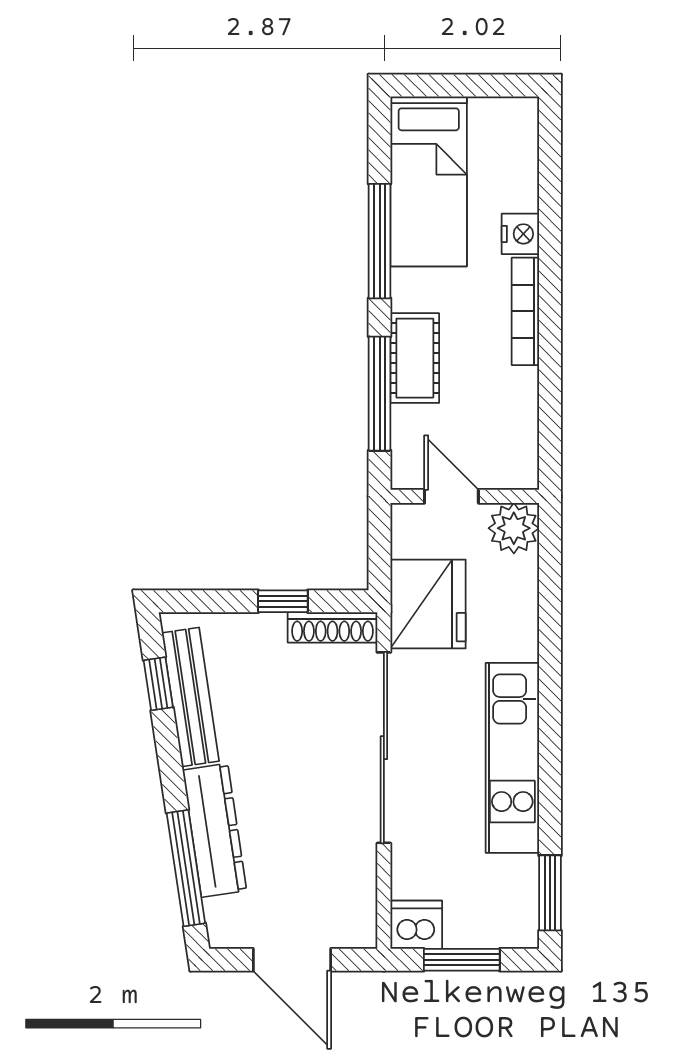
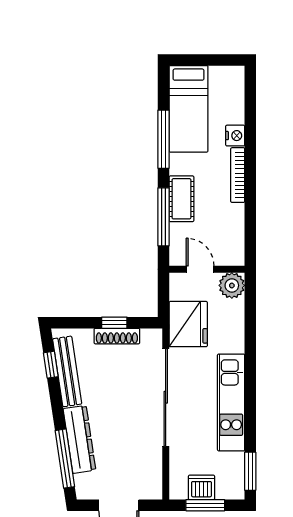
shoe rack: (332, 627) -> (117, 336), moved
dishwasher: (416, 925) -> (202, 487), moved

